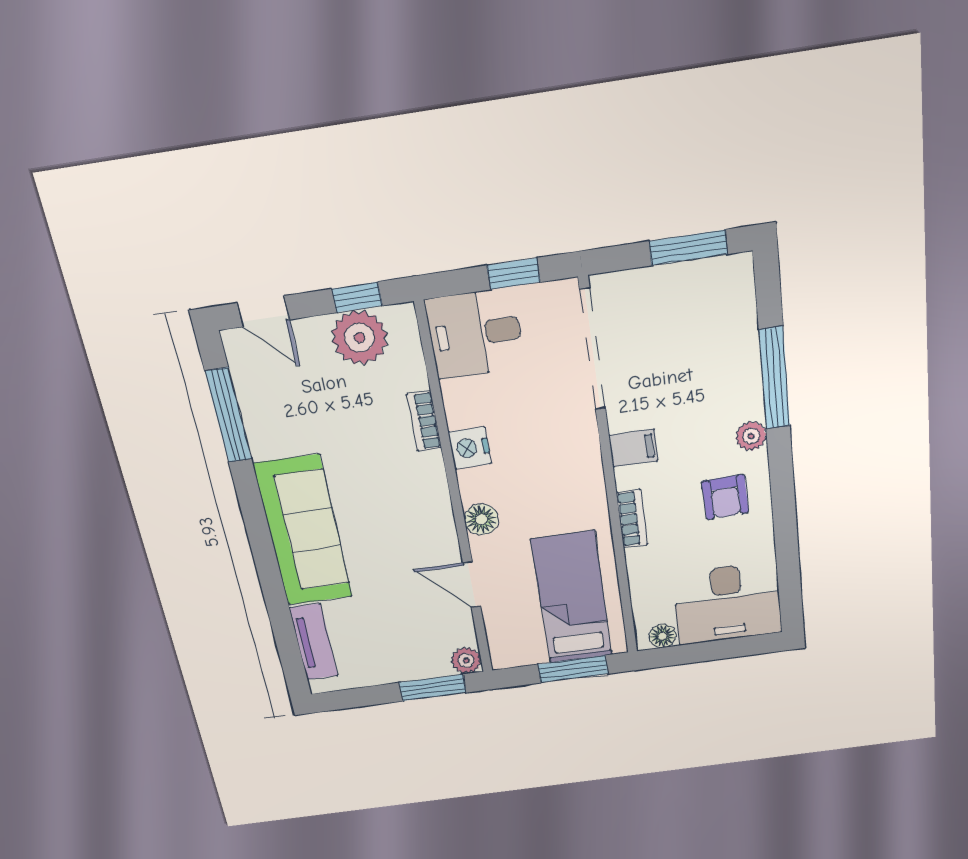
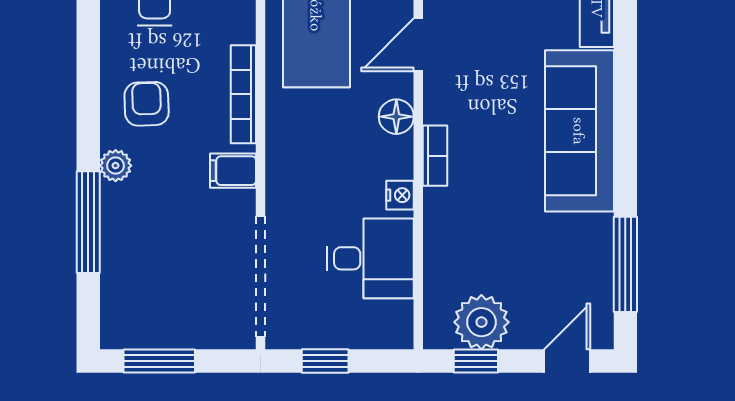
door: (263, 311) -> (567, 361), hinge flipped
desk: (475, 334) -> (371, 258), moved
bookcase: (424, 421) -> (435, 156), moved
nightstand: (470, 448) -> (400, 195), width x0.72, depth x0.74
bookcase: (632, 519) -> (243, 94), width x1.56
door: (472, 584) -> (418, 45), swing flipped

